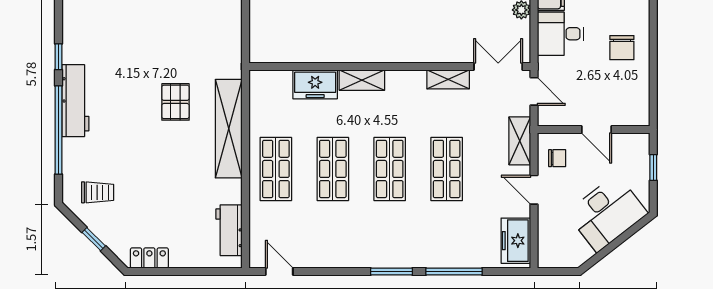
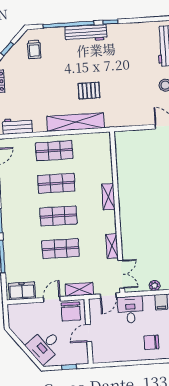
desk: (560, 34) -> (130, 310), moved
chair: (622, 48) -> (151, 342), moved
freezer: (315, 84) -> (104, 170), removed
chair: (557, 158) -> (71, 312), width x1.87, depth x1.87
desk: (607, 213) -> (45, 346), width x0.73

